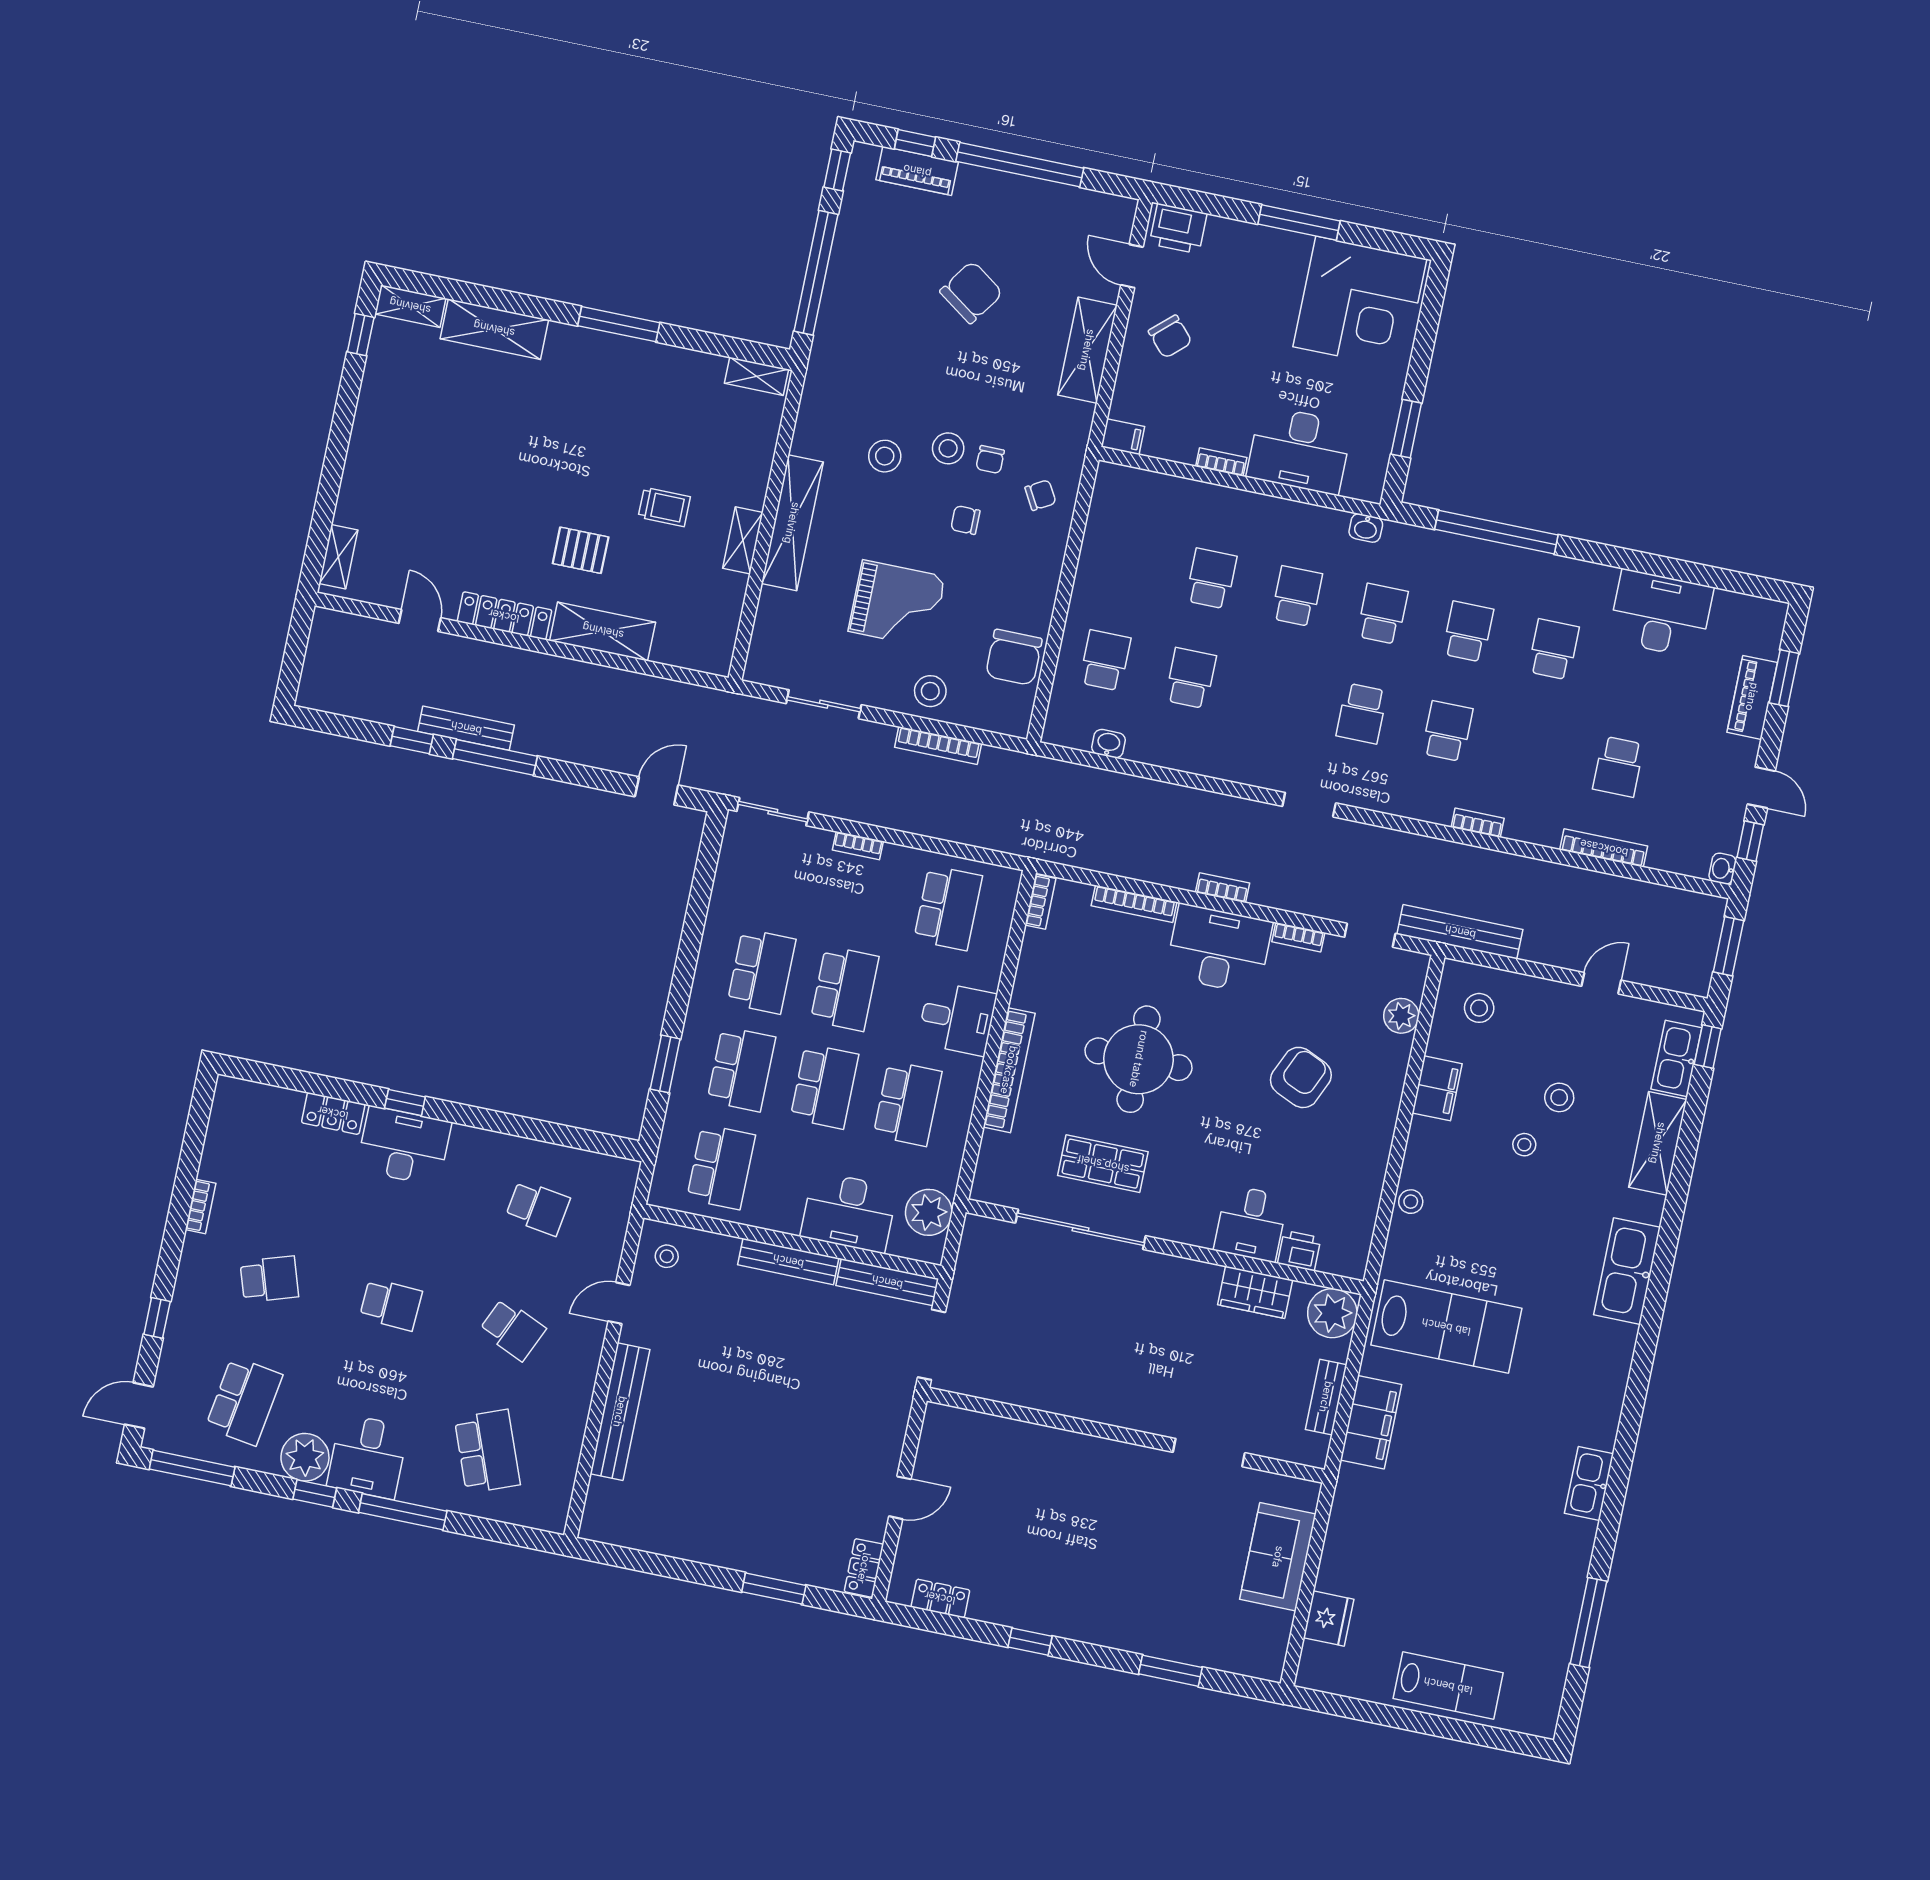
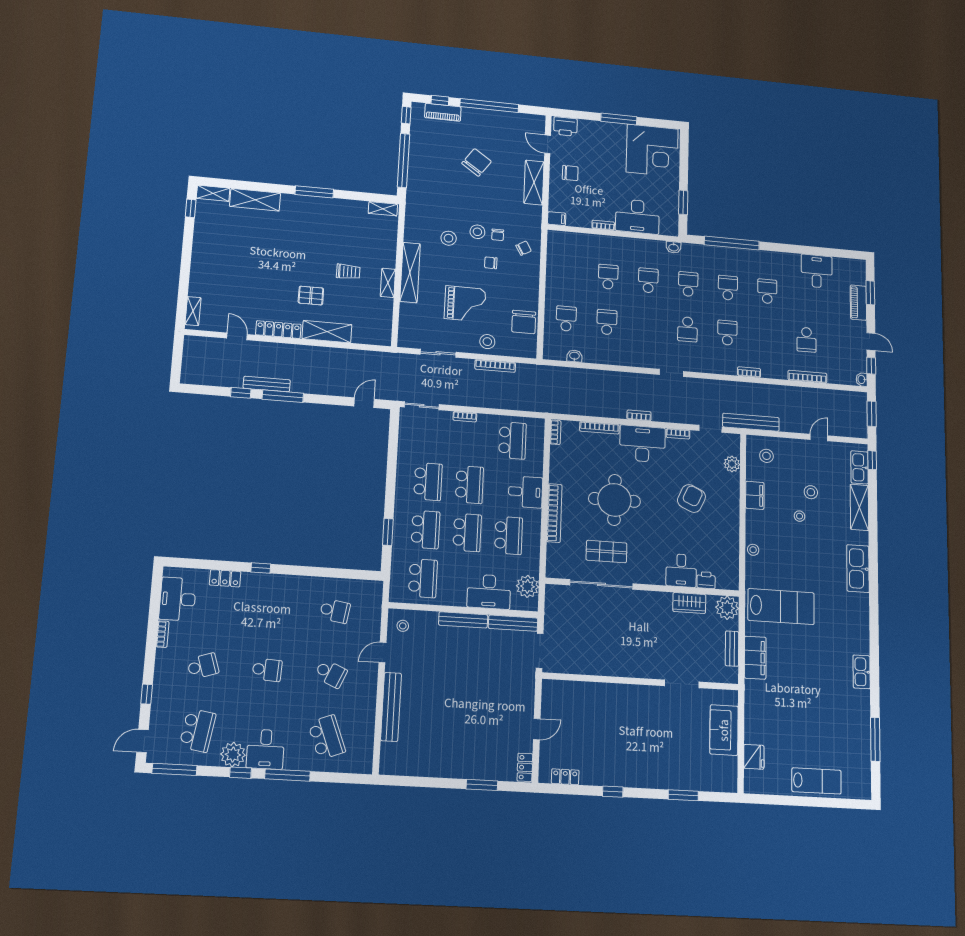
chair: (1170, 337) -> (570, 173), turned -48
desk: (1661, 614) -> (817, 271), width x0.73
desk: (404, 1146) -> (178, 599), moved, turned -90

